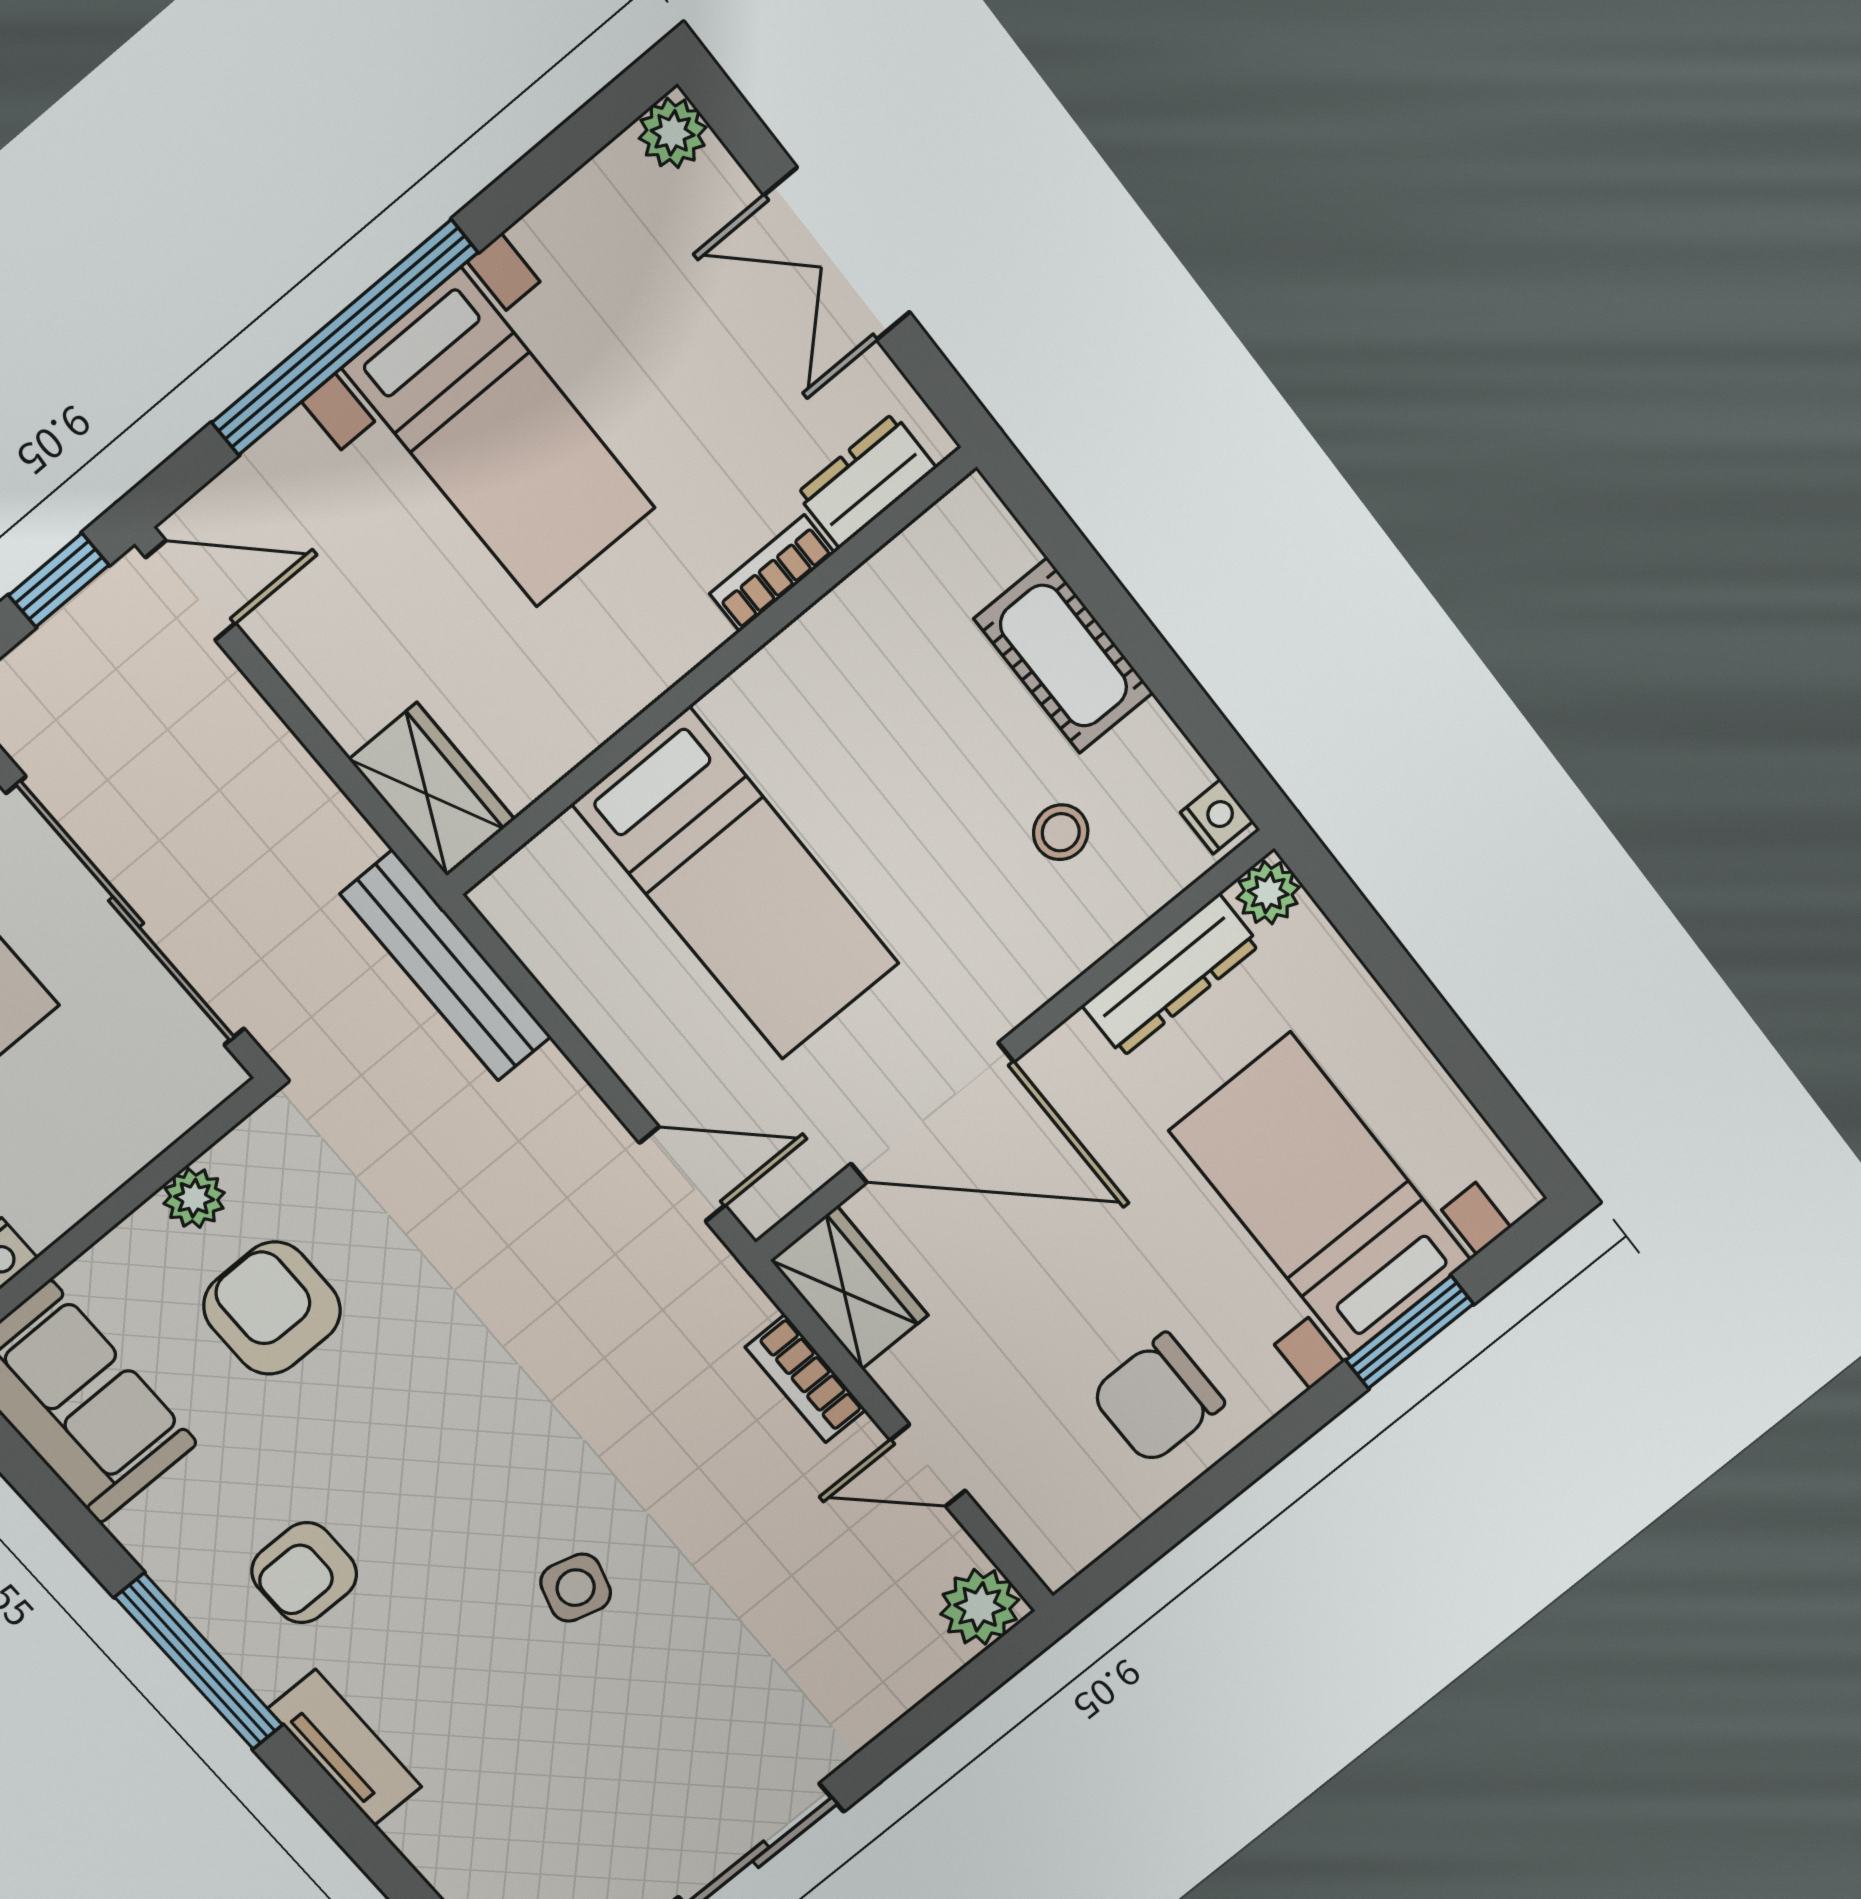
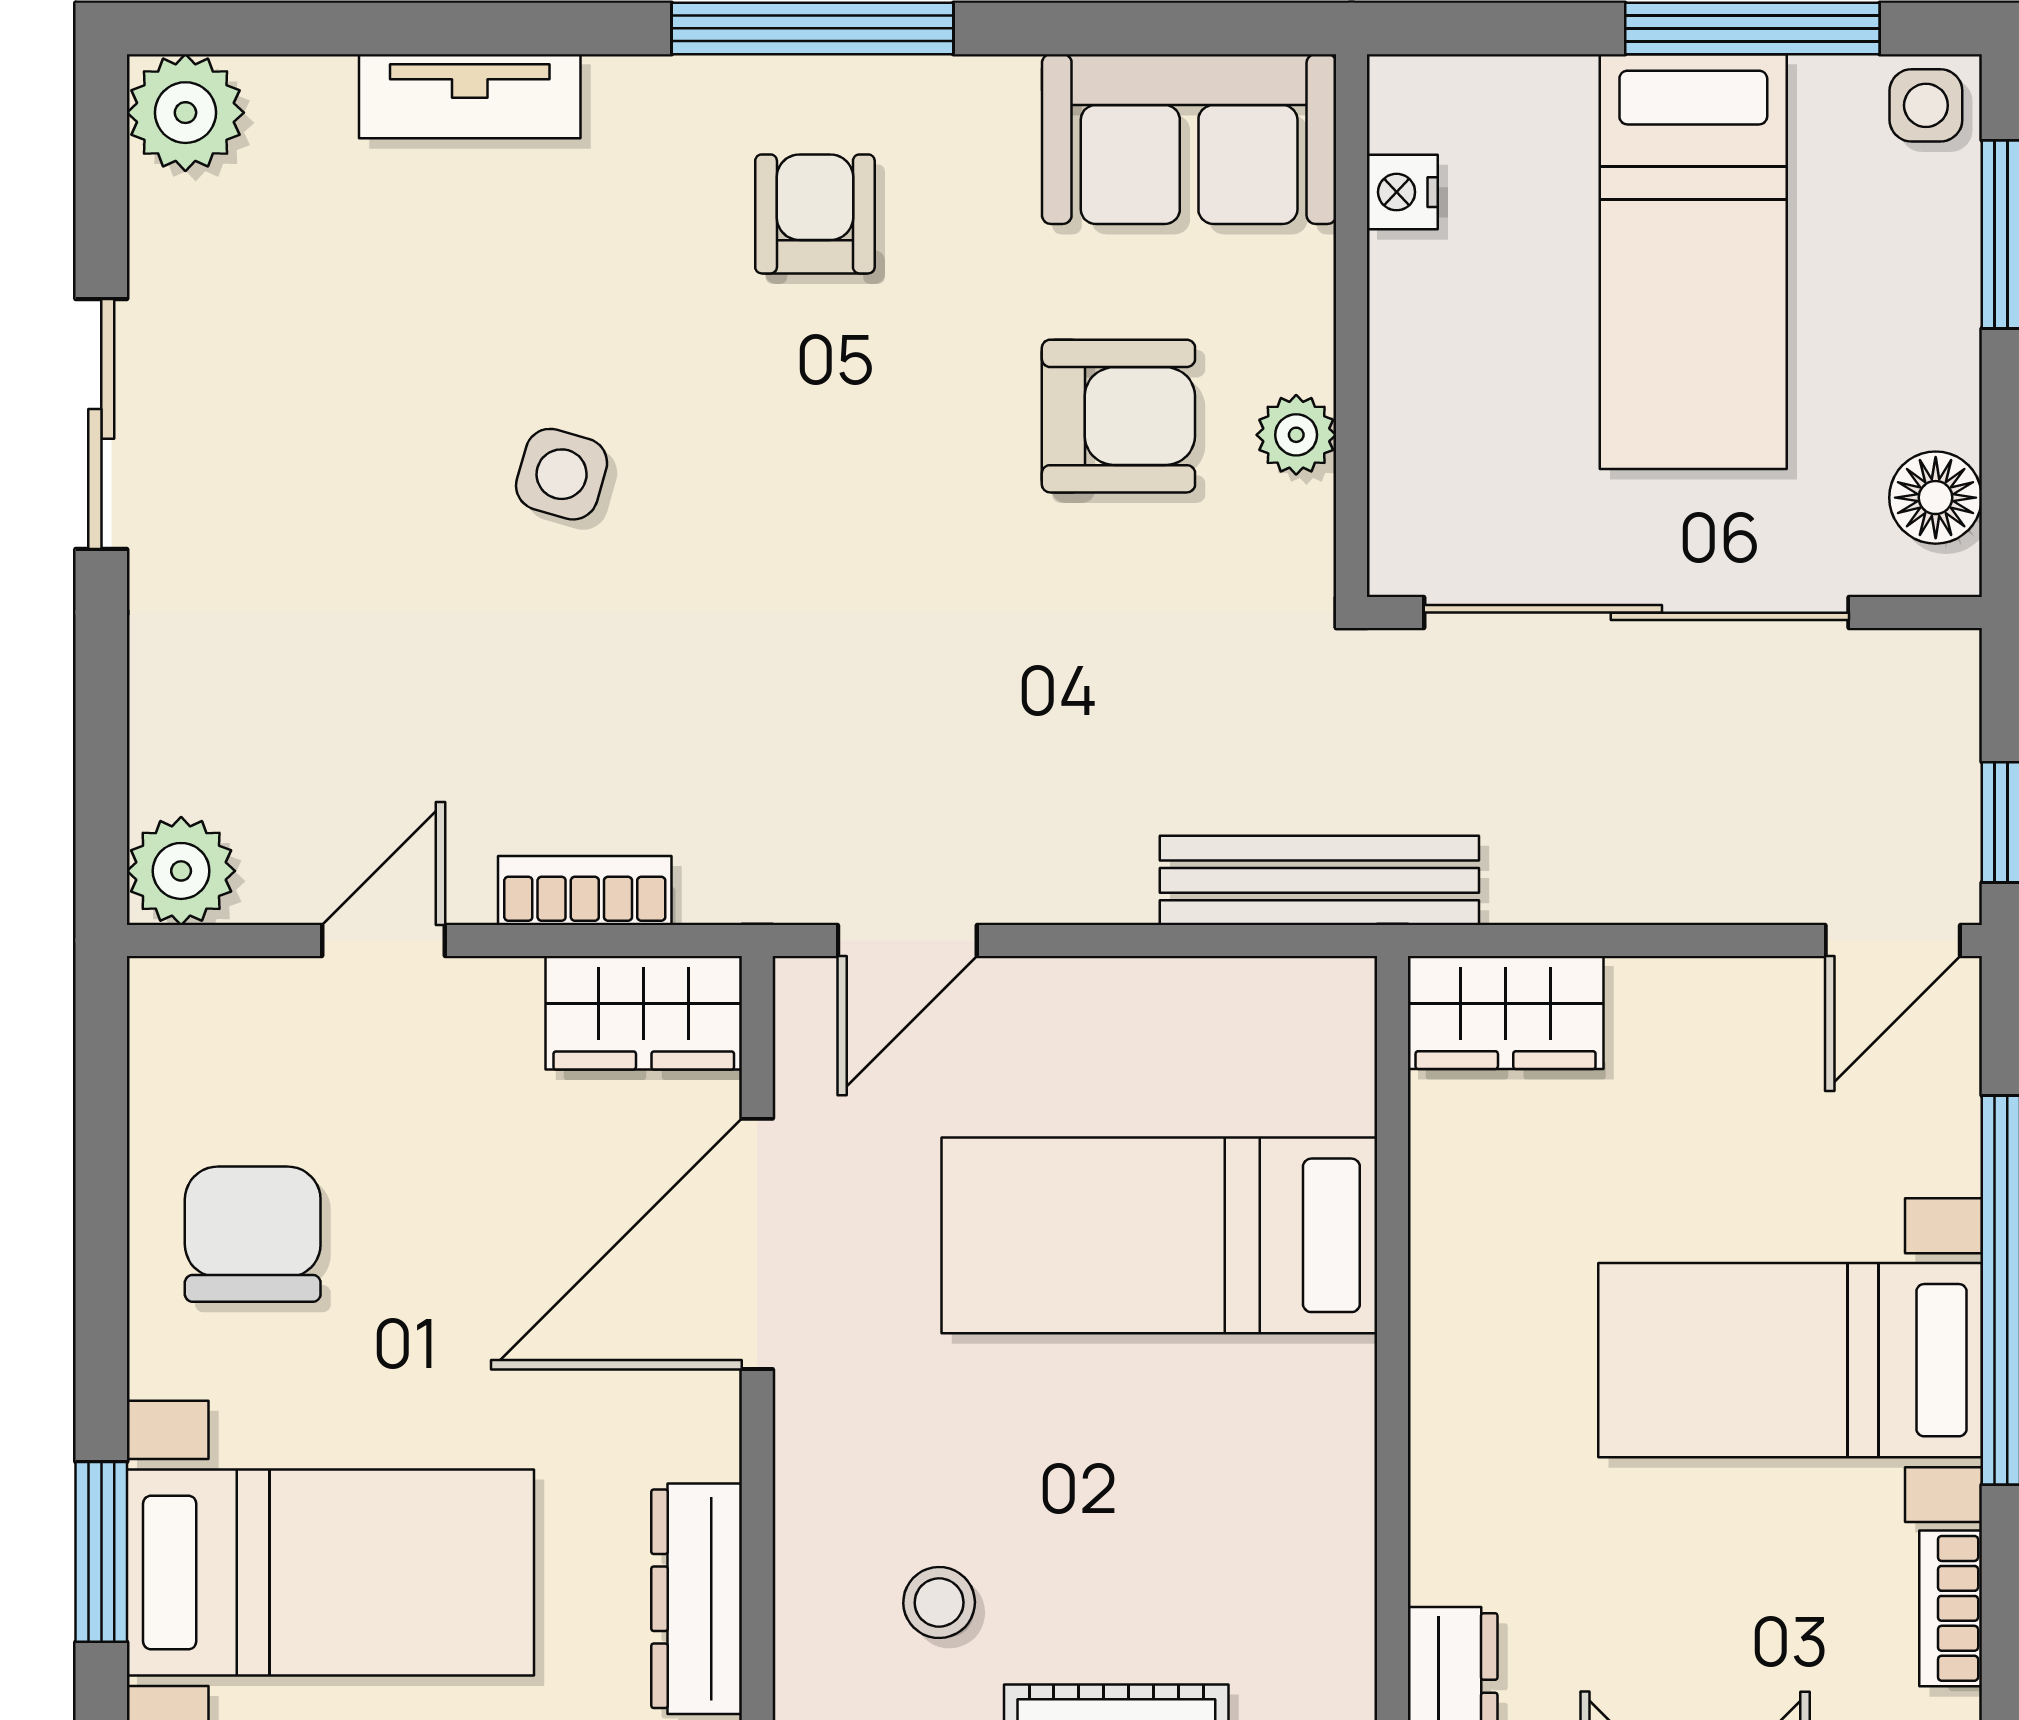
bookcase: (772, 573) -> (1951, 1608), moved, turned 180
tv unit: (345, 1748) -> (470, 96), moved

